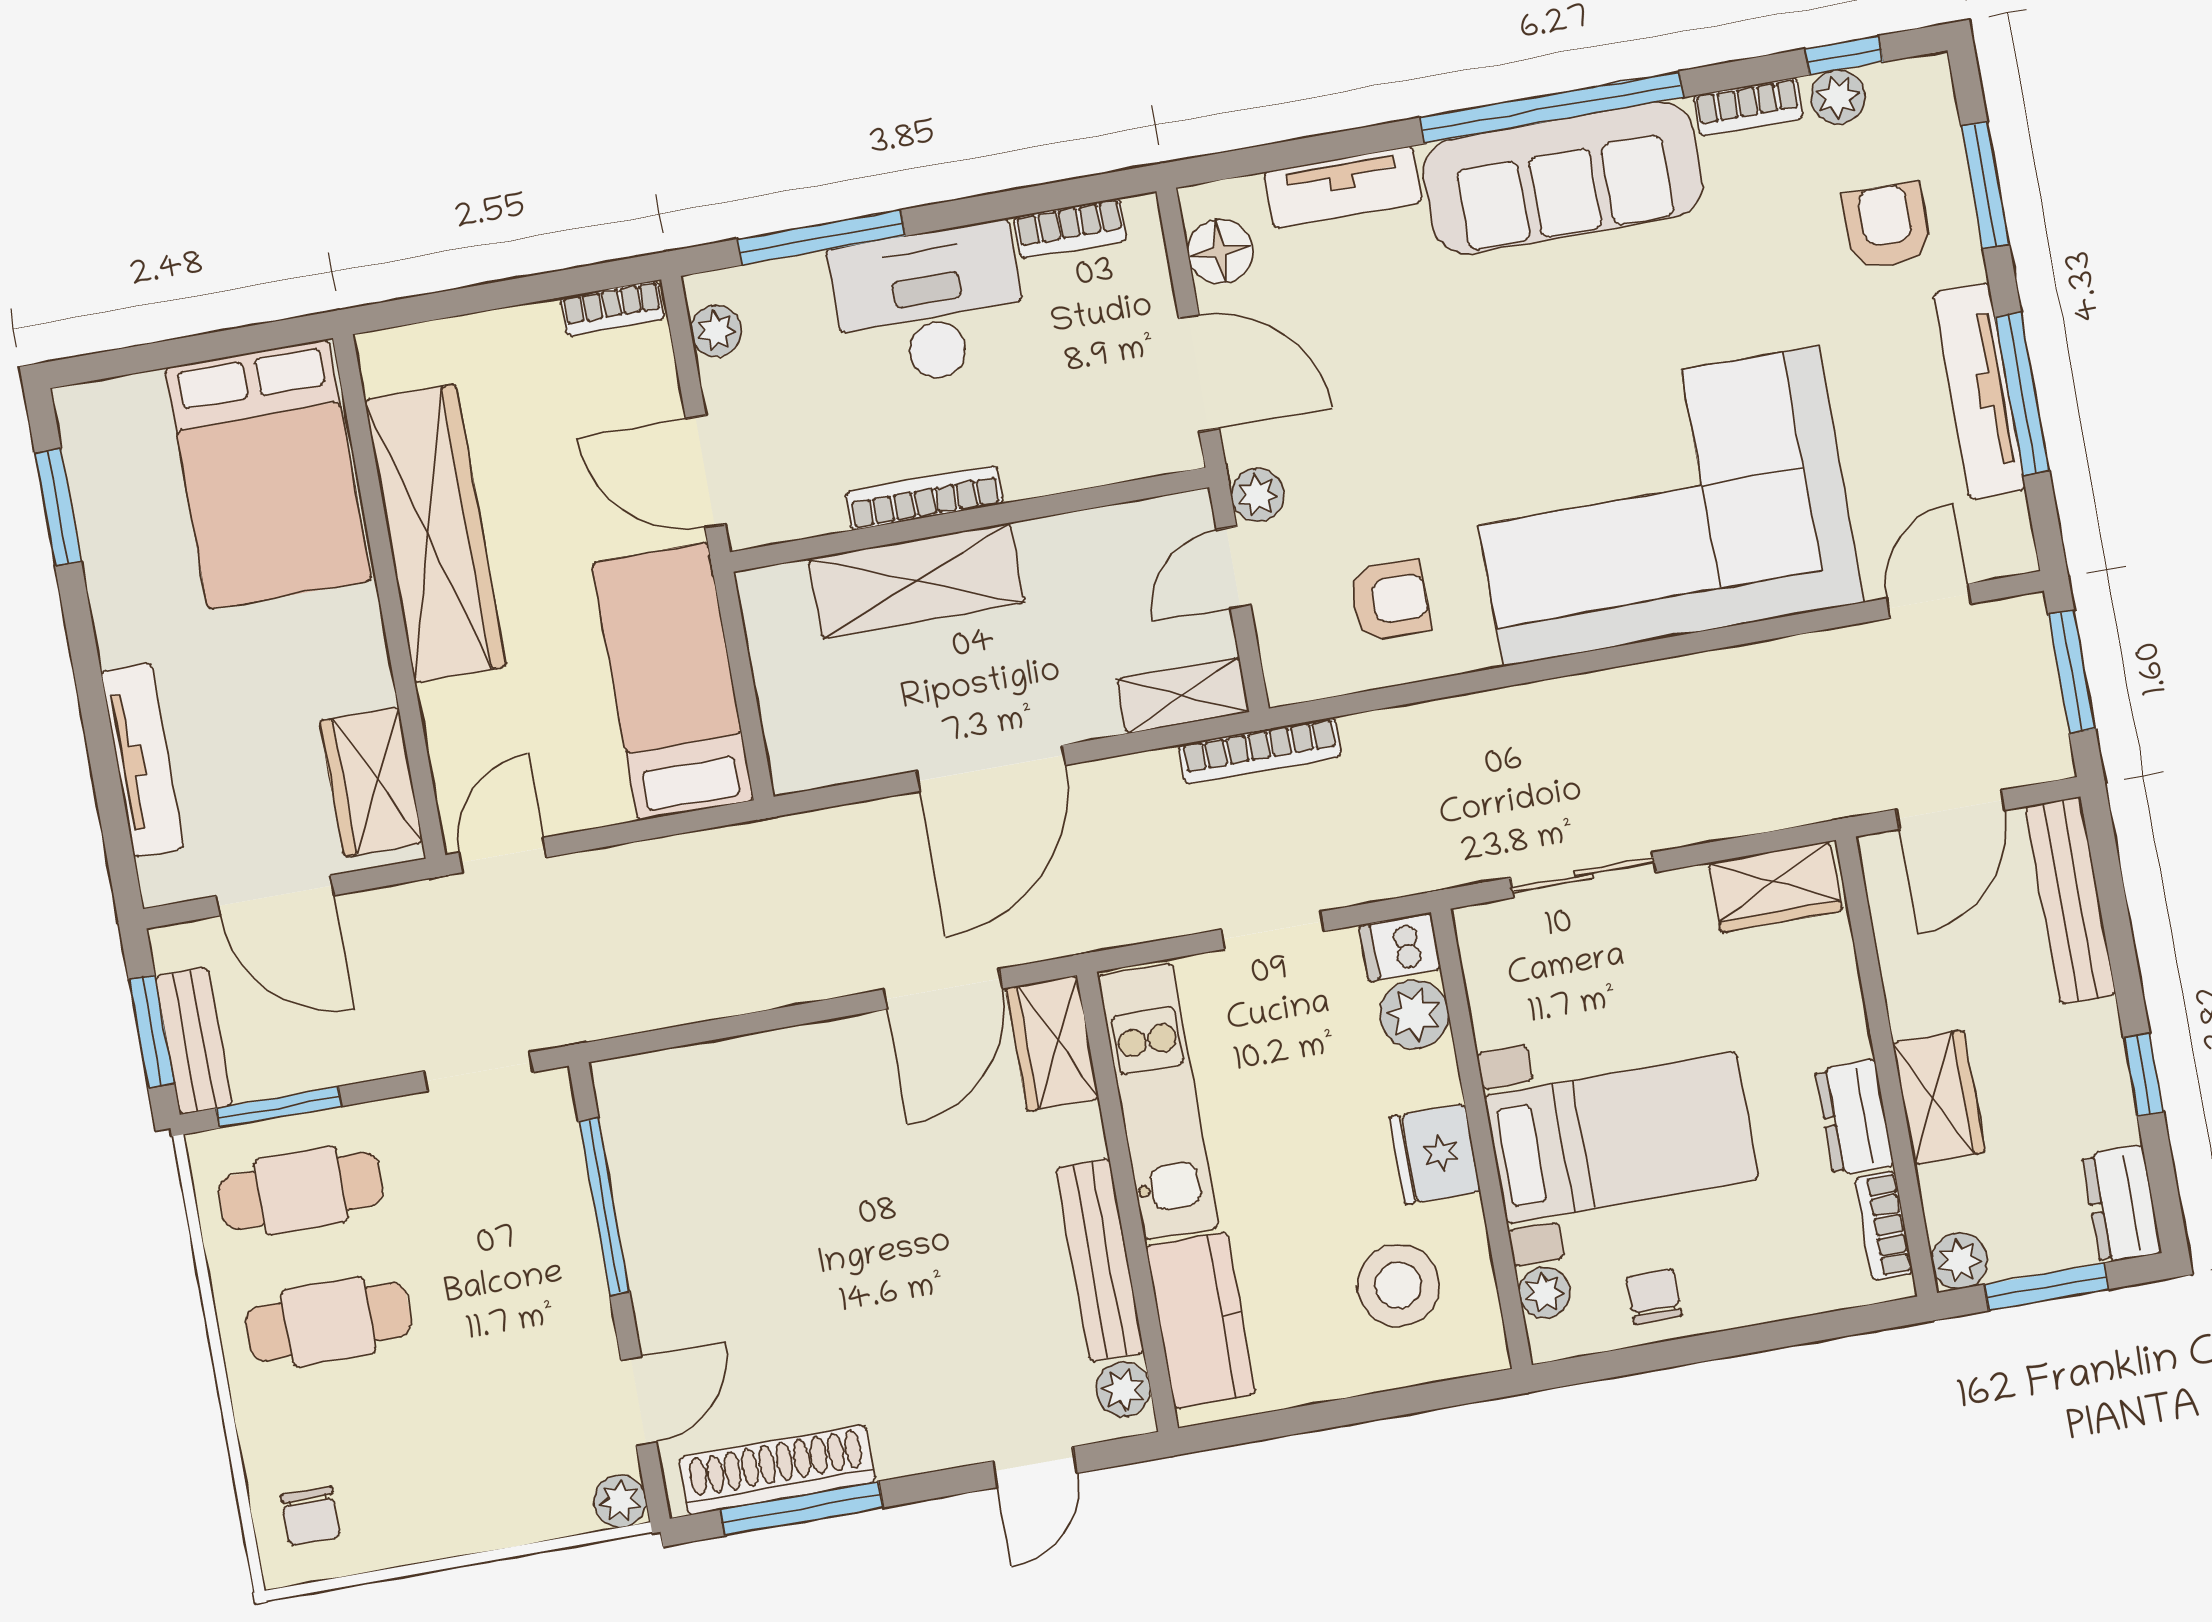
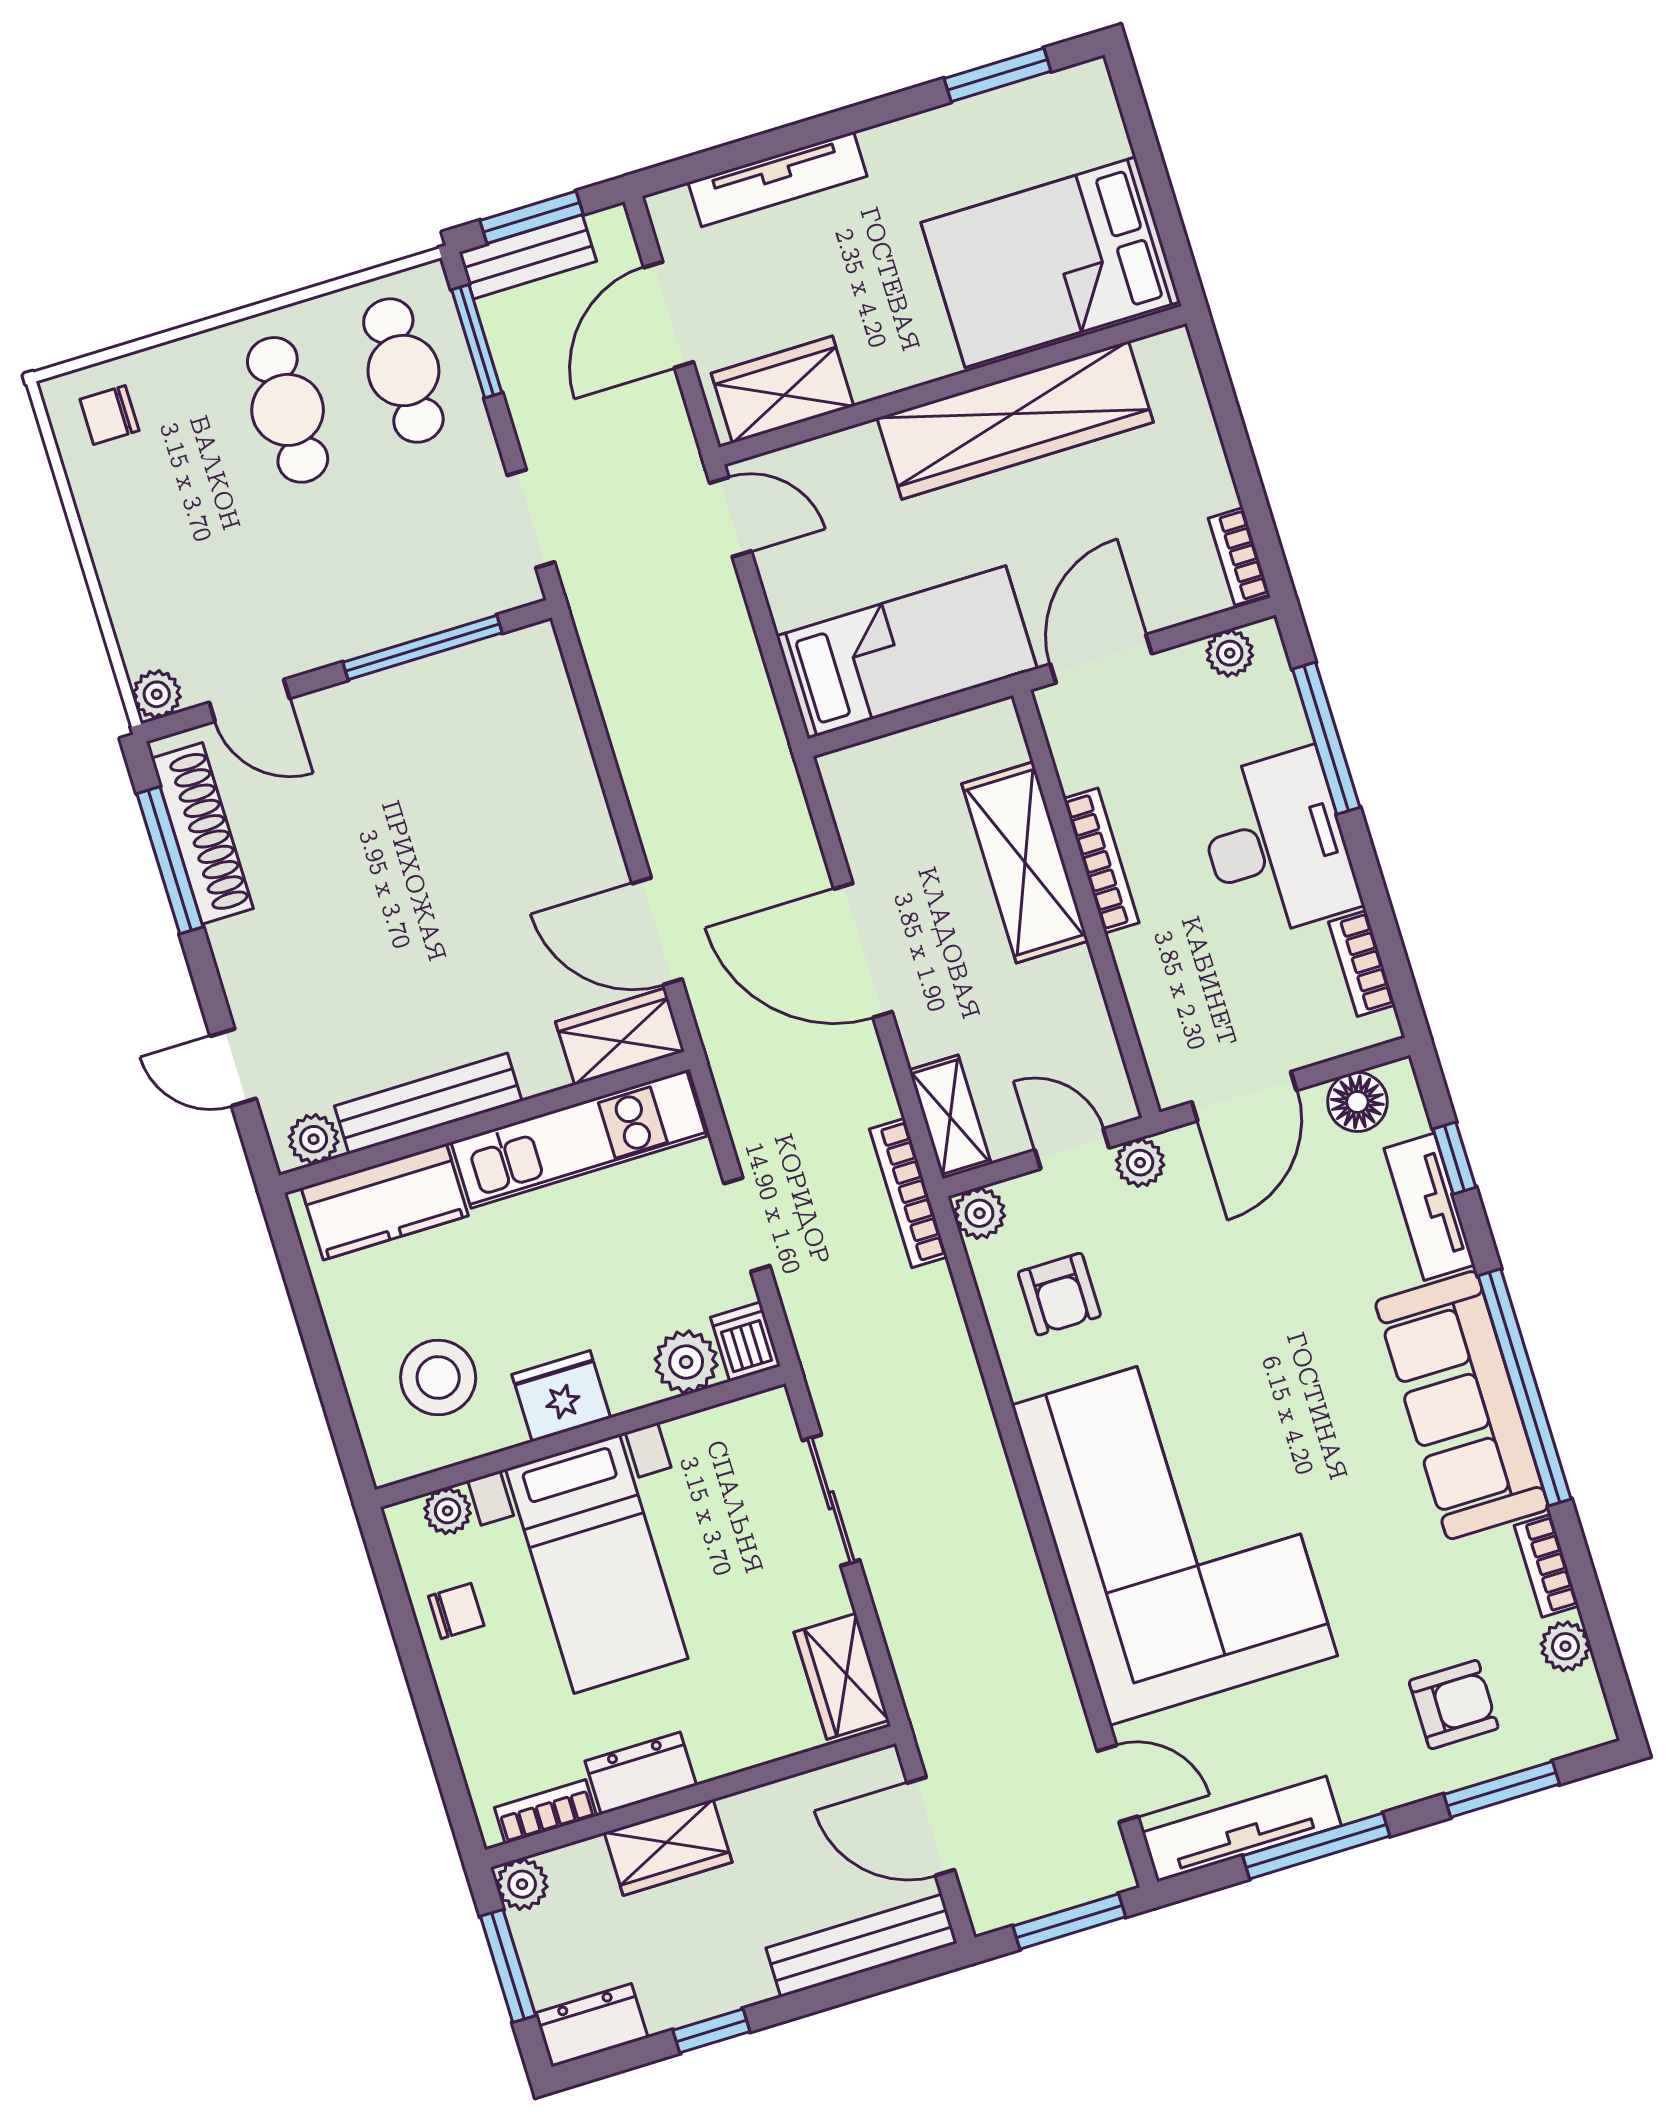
window: (1844, 55) -> (1455, 1158), moved
tv unit: (1979, 391) -> (1242, 1829), moved
plant: (1291, 676) -> (979, 1213), added

